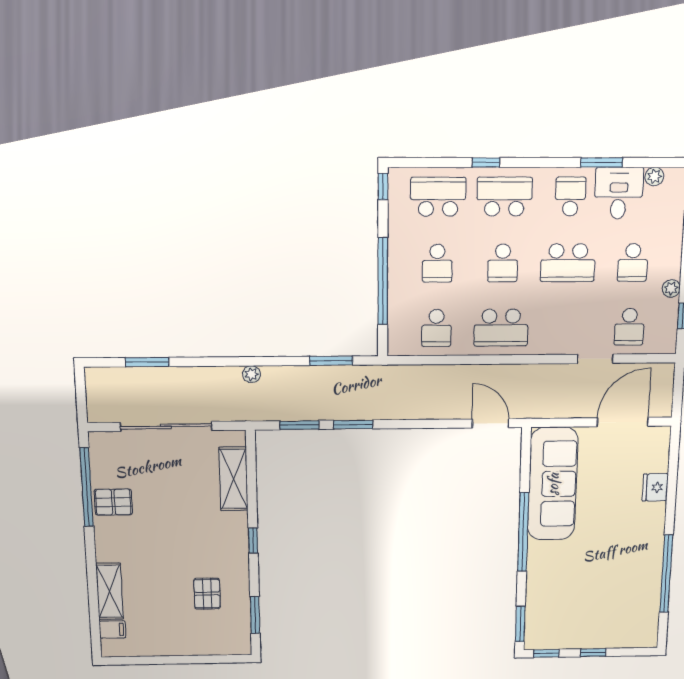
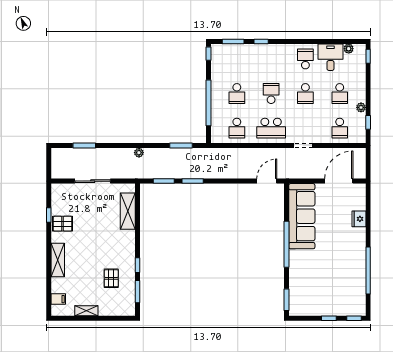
window: (602, 162) -> (233, 41), moved
school desk: (438, 197) -> (237, 59), removed
school desk: (504, 197) -> (271, 59), removed
school desk: (503, 263) -> (271, 94), turned 180
school desk: (568, 263) -> (305, 94), width x0.54
doorway: (595, 359) -> (303, 146), moved
door: (490, 423) -> (267, 181), hinge flipped
sliding door: (166, 426) -> (93, 181), width x0.73
window: (87, 487) -> (49, 215), width x0.32
window: (253, 540) -> (137, 265), moved
shelving: (110, 591) -> (58, 260), moved
shelving: (164, 648) -> (86, 311), added
window: (546, 653) -> (354, 318), moved

